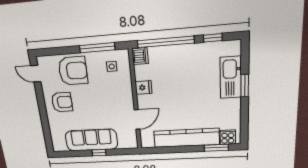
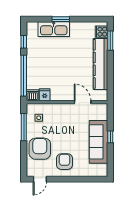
fridge: (143, 88) -> (45, 95), moved

